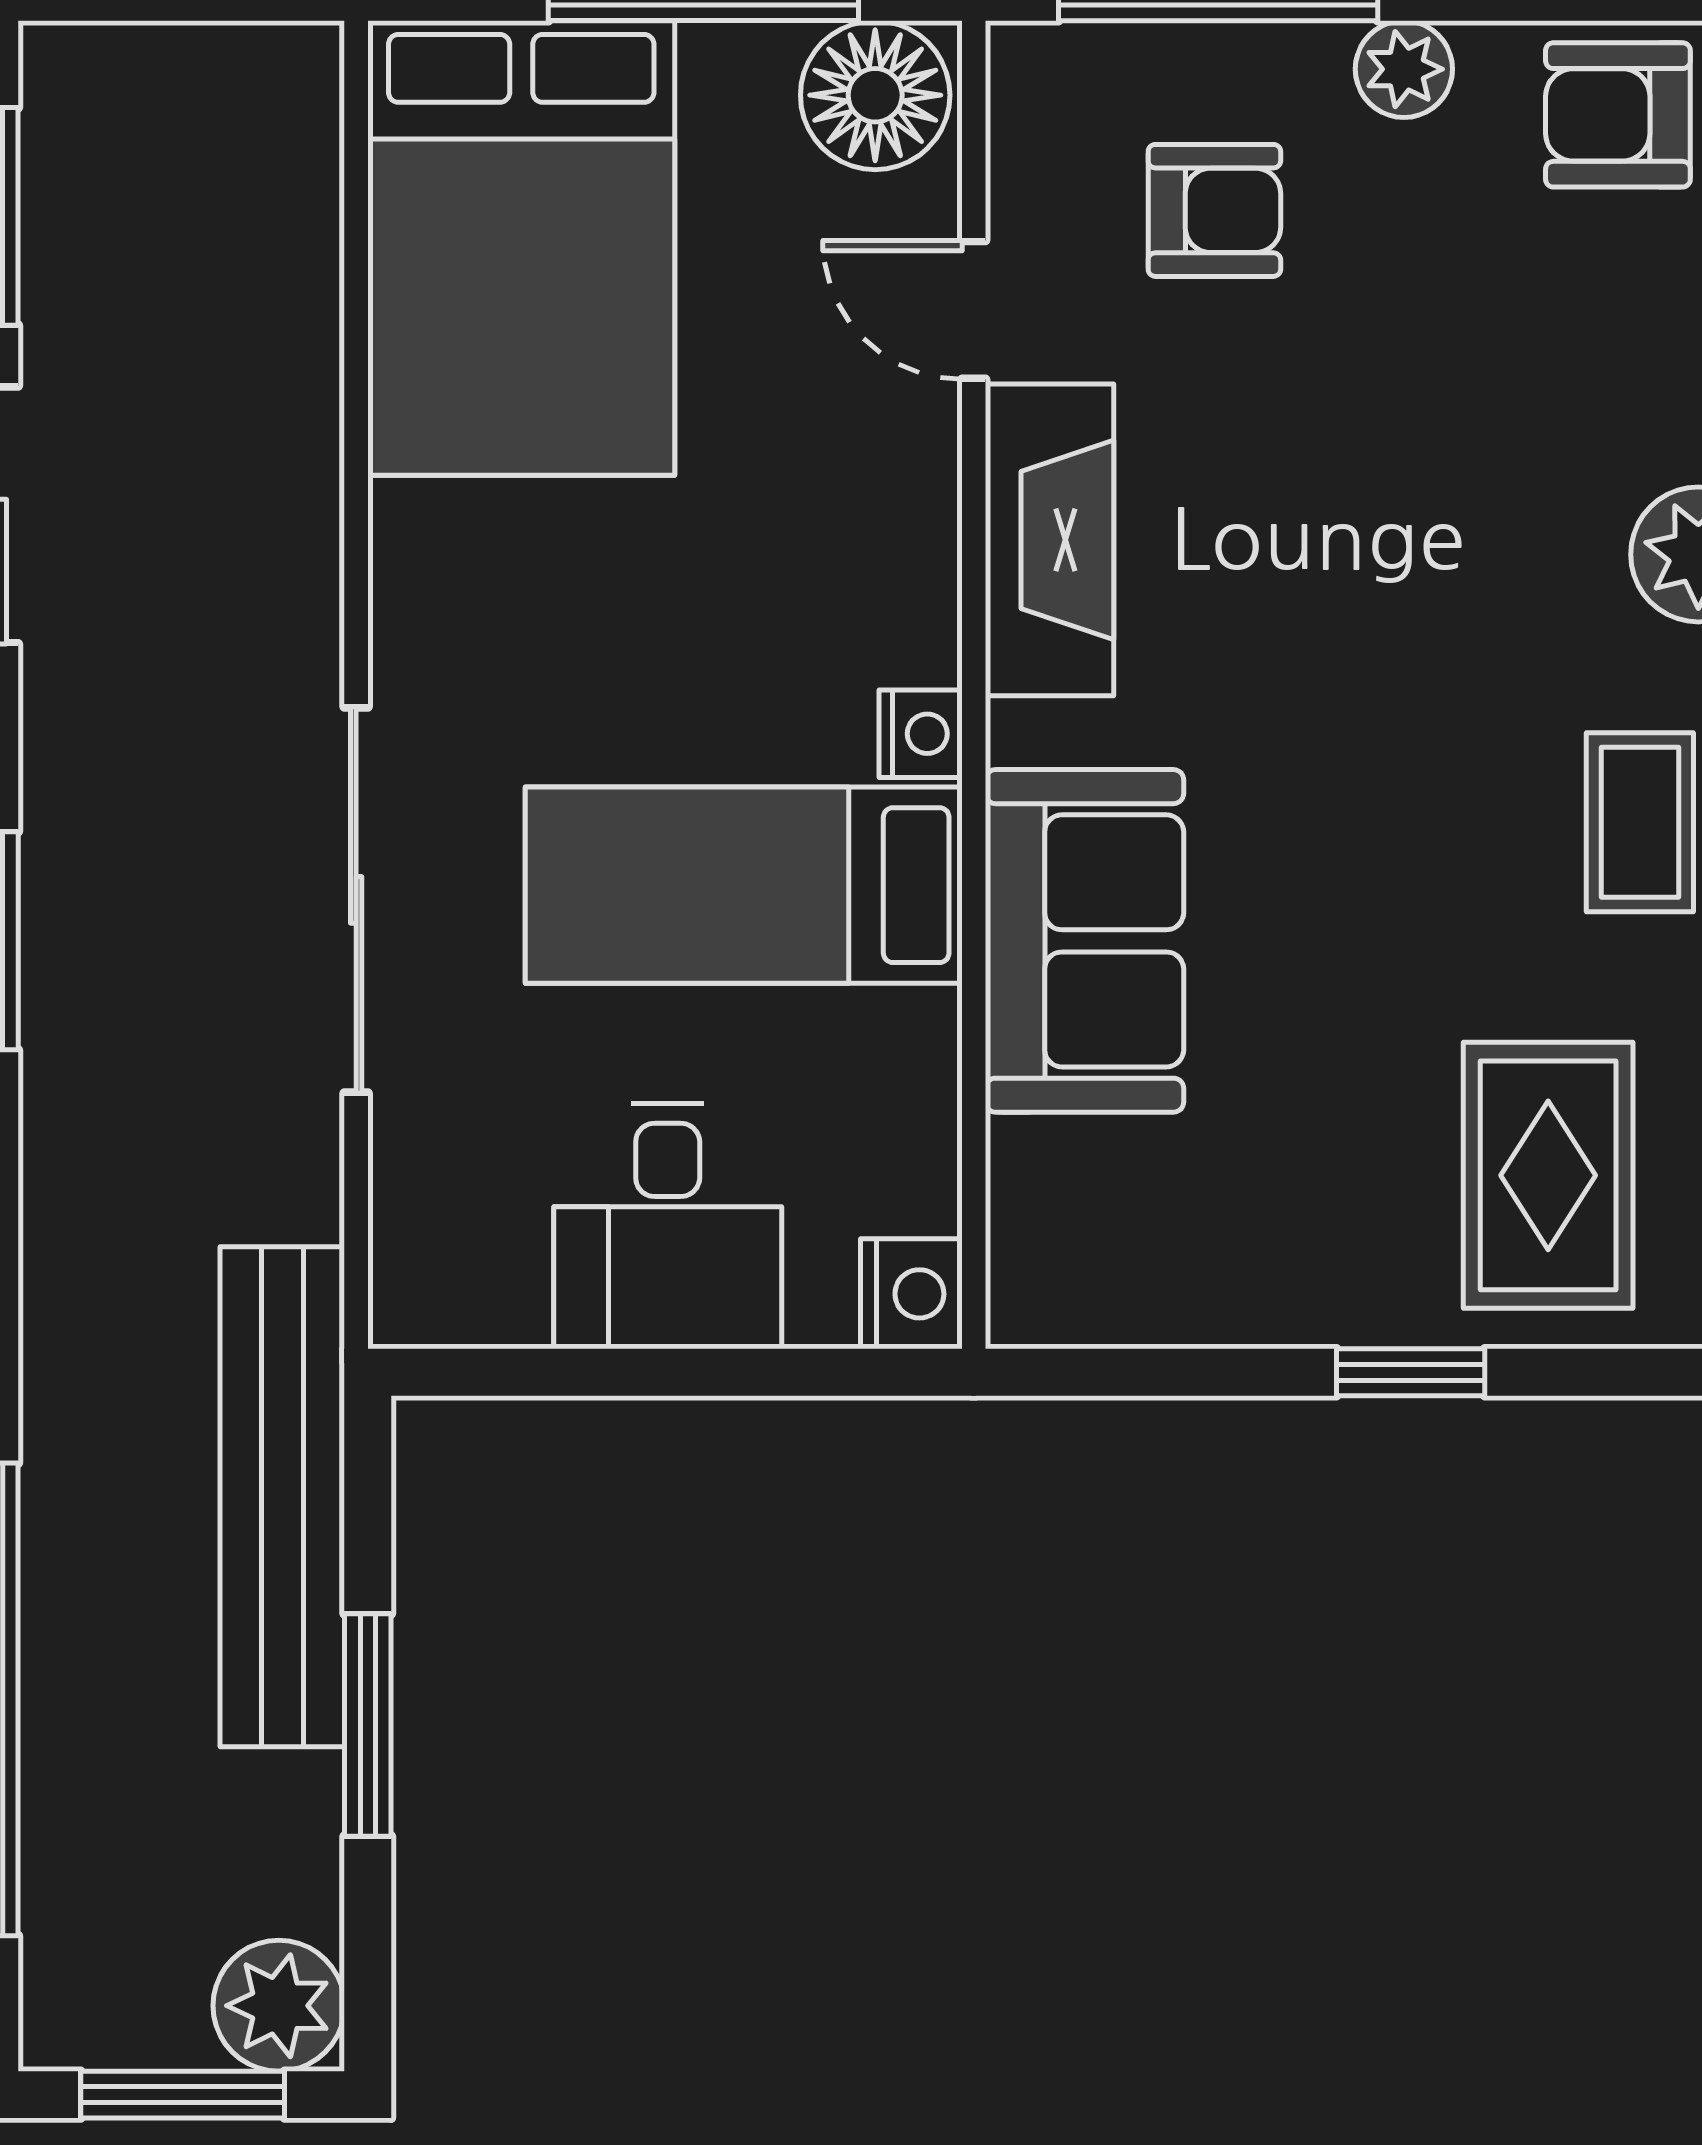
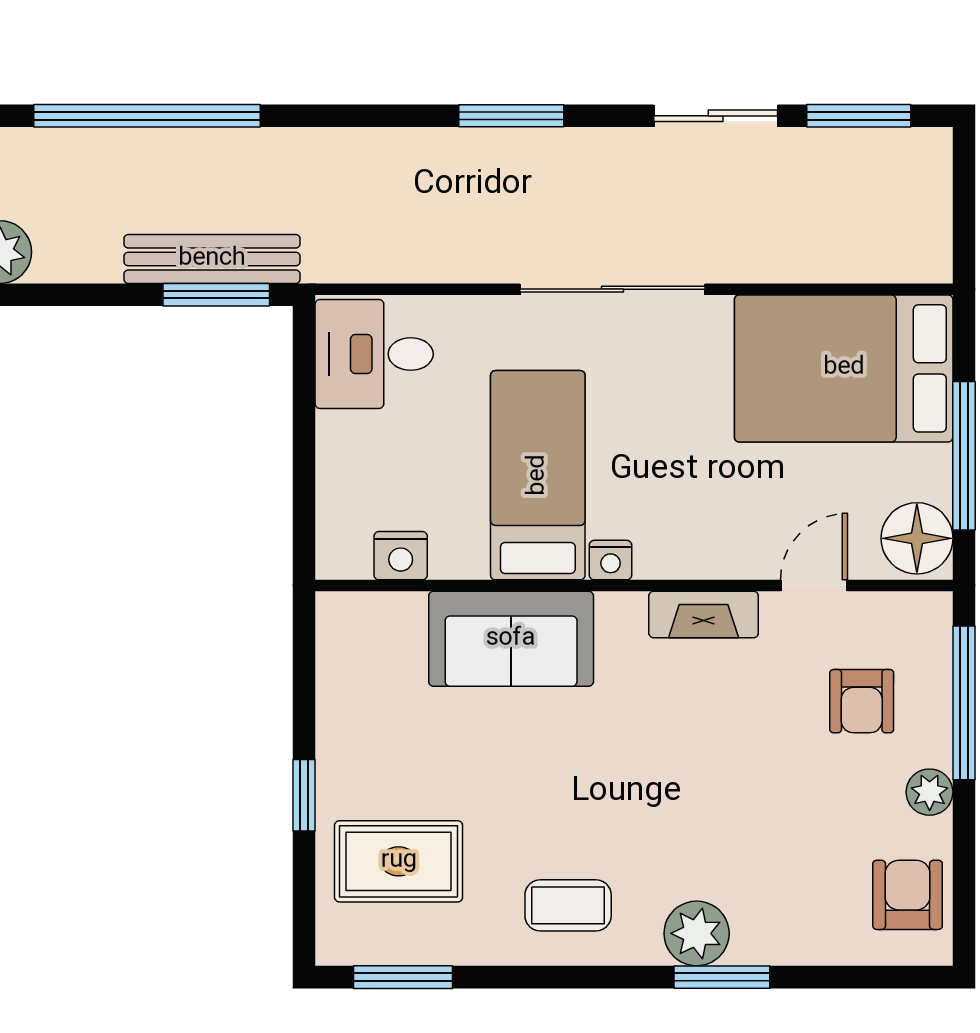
fireplace: (1049, 540) -> (704, 615), width x0.73, depth x0.76
sliding door: (356, 900) -> (612, 289), moved
desk: (668, 1226) -> (374, 354), moved
nightstand: (911, 1294) -> (401, 556), moved
bench: (282, 1497) -> (212, 259), width x0.73, depth x0.82
window: (368, 1725) -> (216, 295), moved

